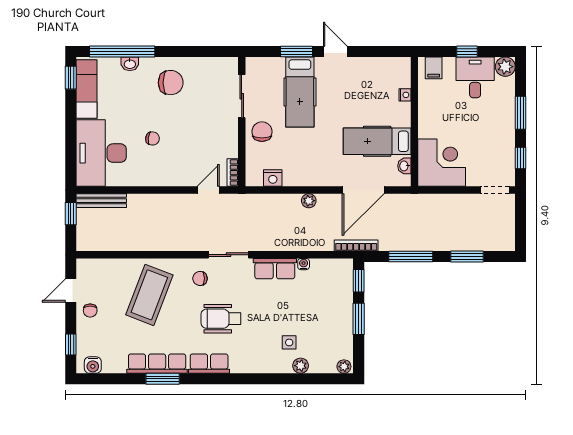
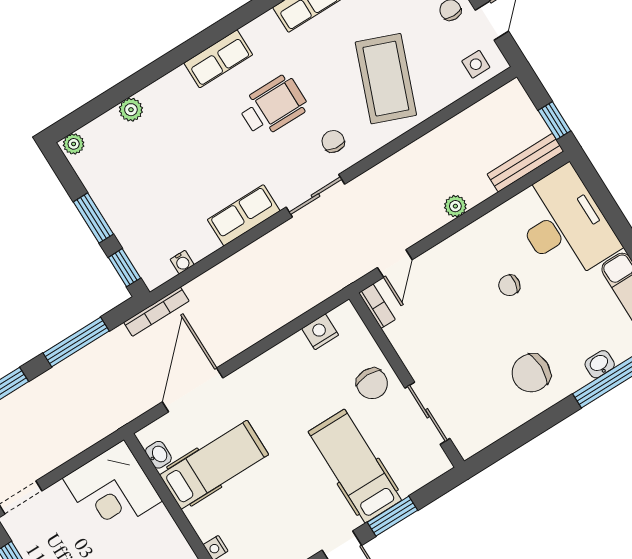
plant: (309, 201) -> (455, 206), moved
water cooler: (304, 264) -> (182, 262), moved
chair: (200, 278) -> (333, 141), turned -82
side table: (289, 342) -> (476, 64), moved
row of seats: (209, 364) -> (218, 59), moved

